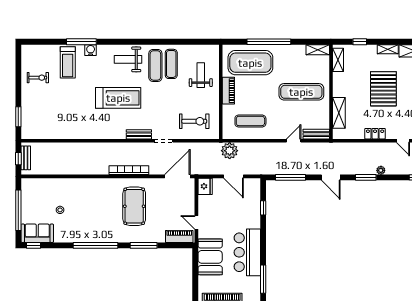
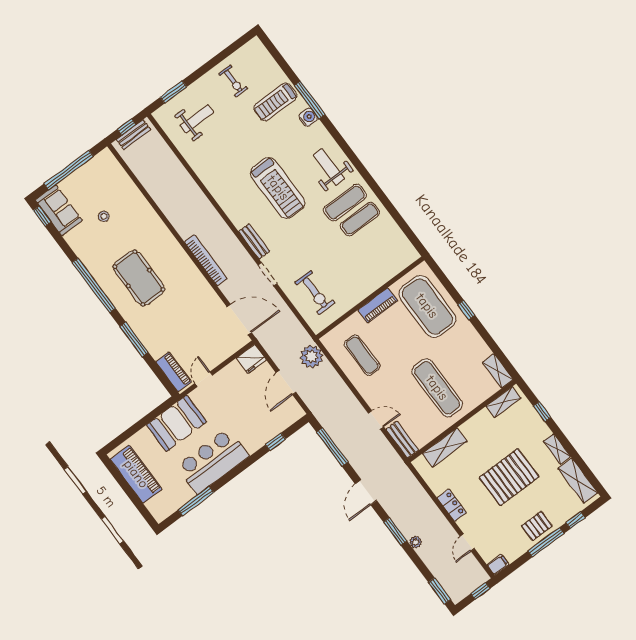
window: (269, 42) -> (466, 310), width x0.32
weight bench: (201, 75) -> (197, 119), moved
pool table: (134, 206) -> (139, 278), moved, turned 90

